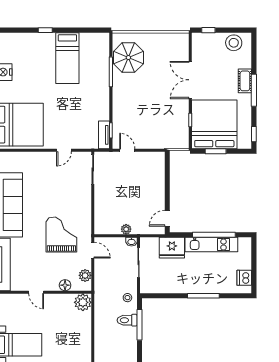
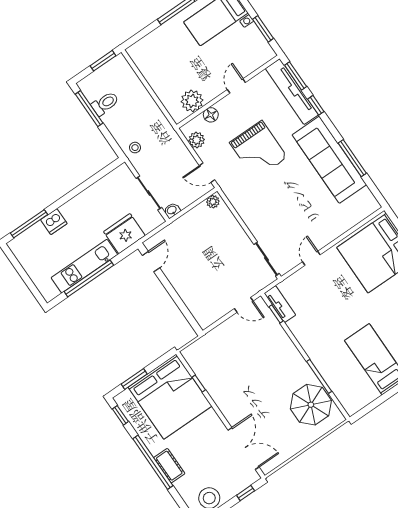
double door: (190, 80) -> (244, 449), moved
window: (254, 90) -> (153, 462), width x1.46
window: (216, 151) -> (134, 379), moved
plant: (126, 229) -> (213, 202), moved
grand piano: (61, 234) -> (258, 150), moved
dishwasher: (244, 278) -> (54, 222), moved, turned 90
door: (36, 292) -> (236, 86), hinge flipped
window: (203, 296) -> (29, 224), moved
plant: (83, 302) -> (192, 101), moved
toilet: (127, 320) -> (105, 103), moved
window: (139, 325) -> (89, 109), moved

